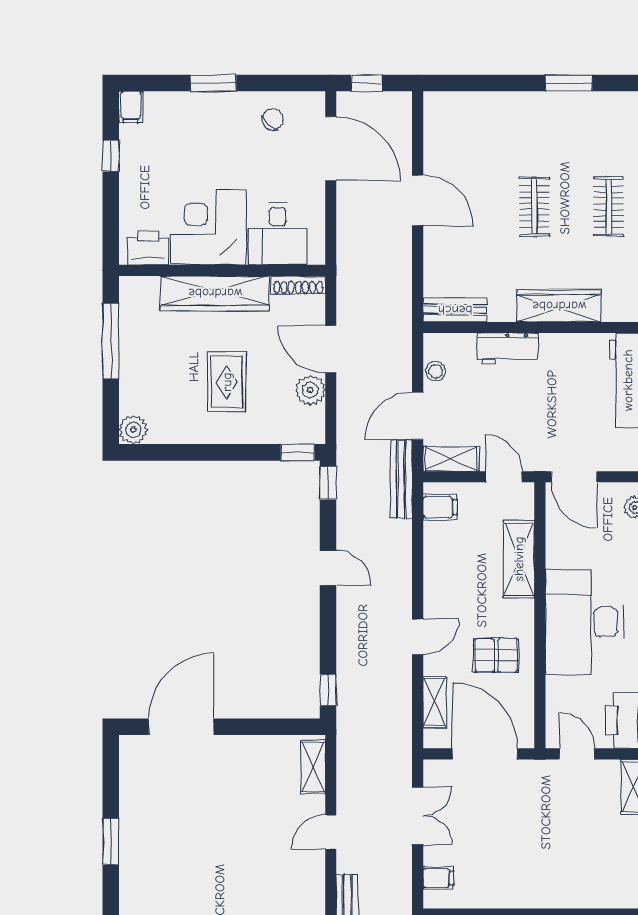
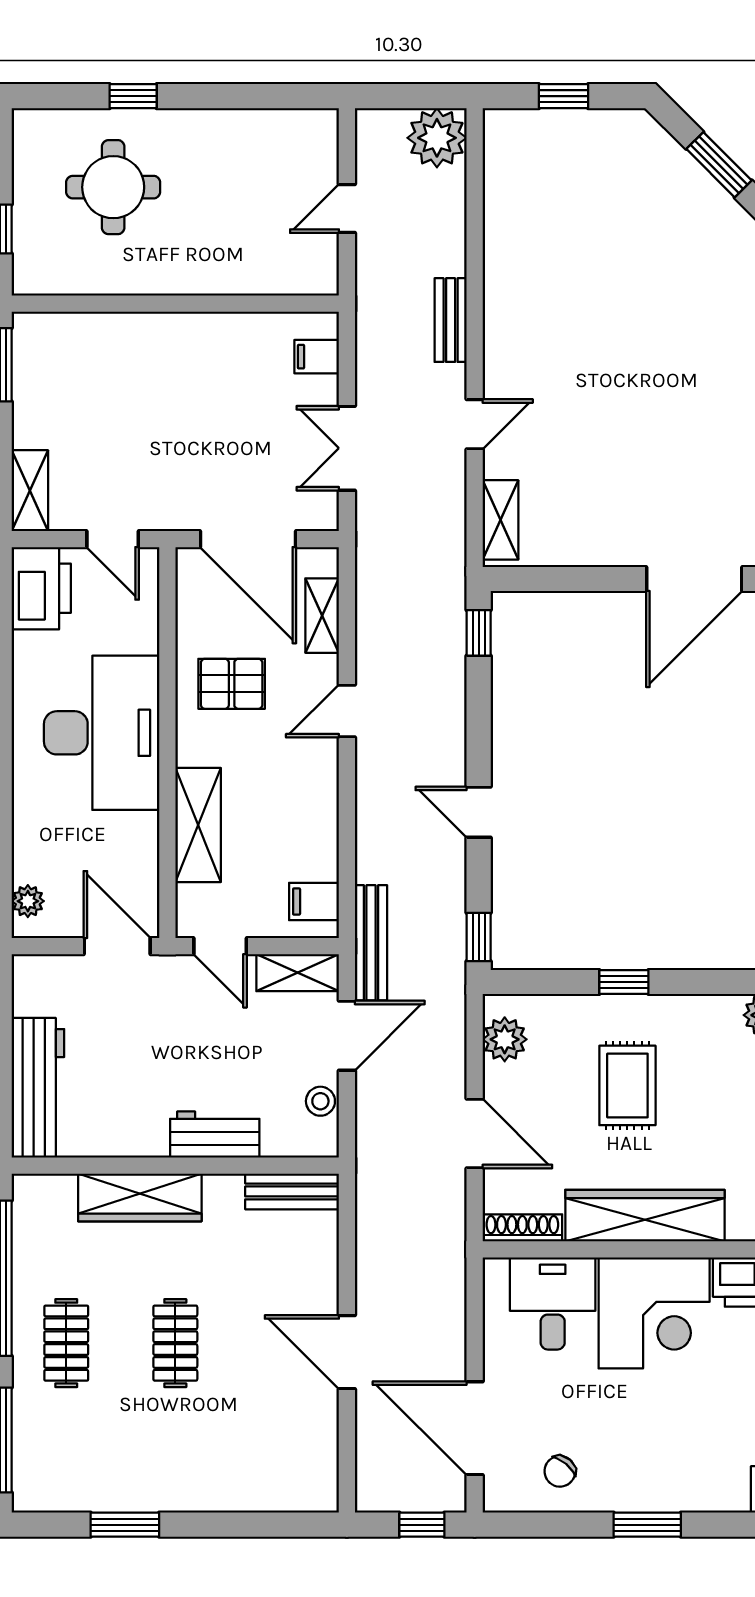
plant: (310, 390) -> (505, 1039), moved
window: (298, 452) -> (624, 982), moved

